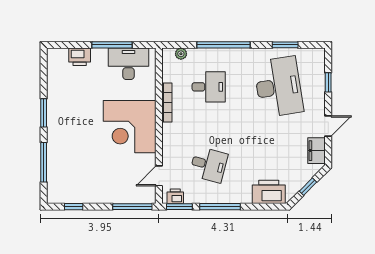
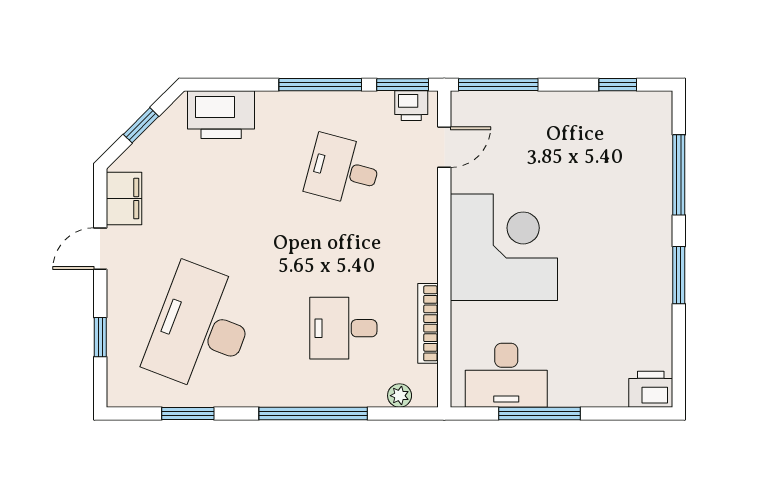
printer: (80, 57) -> (651, 389), moved
desk: (278, 87) -> (201, 328), turned 30
bookcase: (167, 102) -> (428, 323), moved

